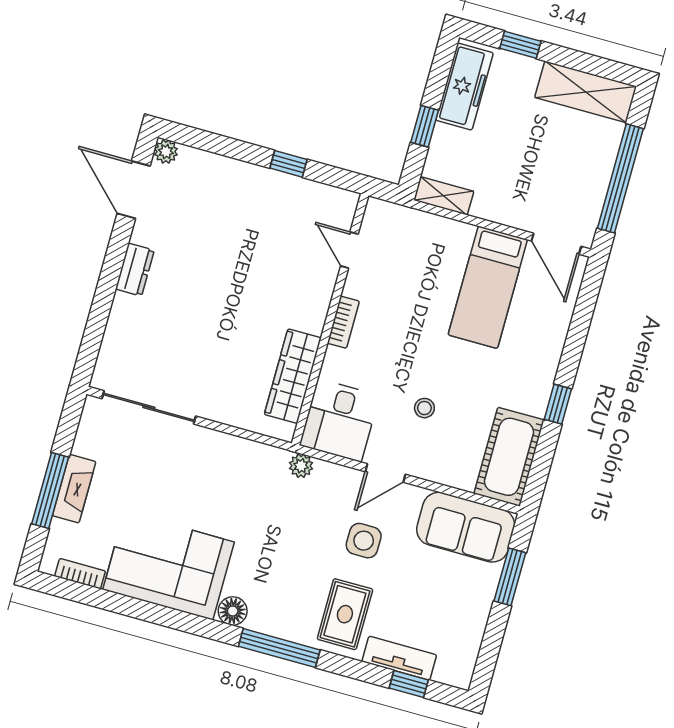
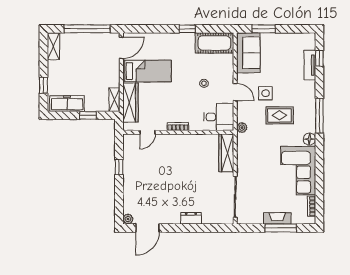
shelving: (586, 92) -> (53, 46), width x0.67, depth x0.75
wardrobe: (427, 230) -> (130, 103), added
dresser: (135, 270) -> (191, 218), moved
wardrobe: (293, 376) -> (226, 153), moved, turned 90
rug: (345, 614) -> (280, 115), moved

